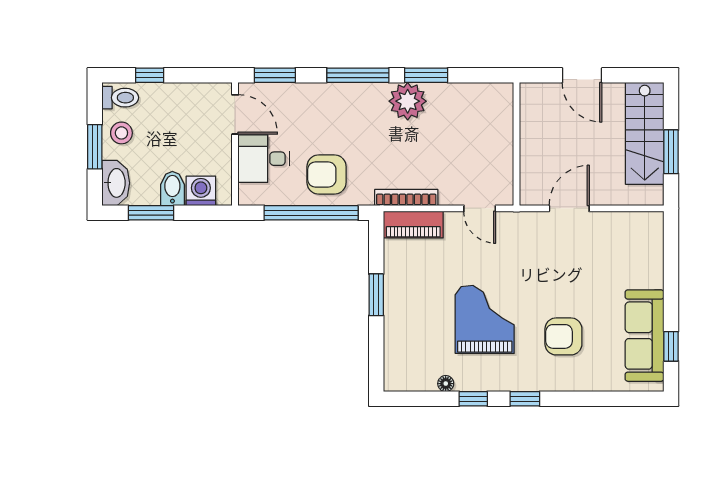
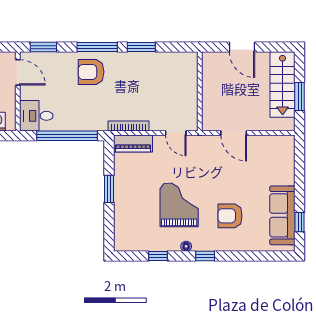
plant: (408, 101) -> (129, 64), removed
desk: (264, 159) -> (36, 116), moved
armchair: (327, 174) -> (91, 72), moved
door: (569, 208) -> (234, 133), swing flipped
floor lamp: (446, 384) -> (186, 246), moved
window: (473, 399) -> (158, 256), moved

